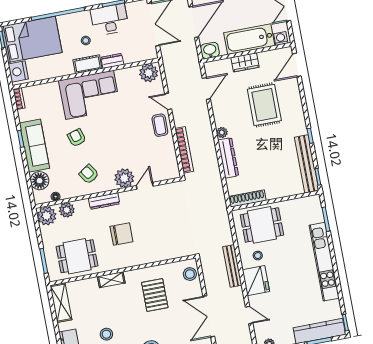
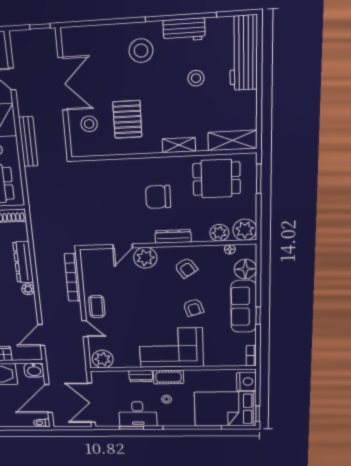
stool: (190, 274) -> (89, 124), moved
shelving: (61, 303) -> (233, 140), moved, turned 90

